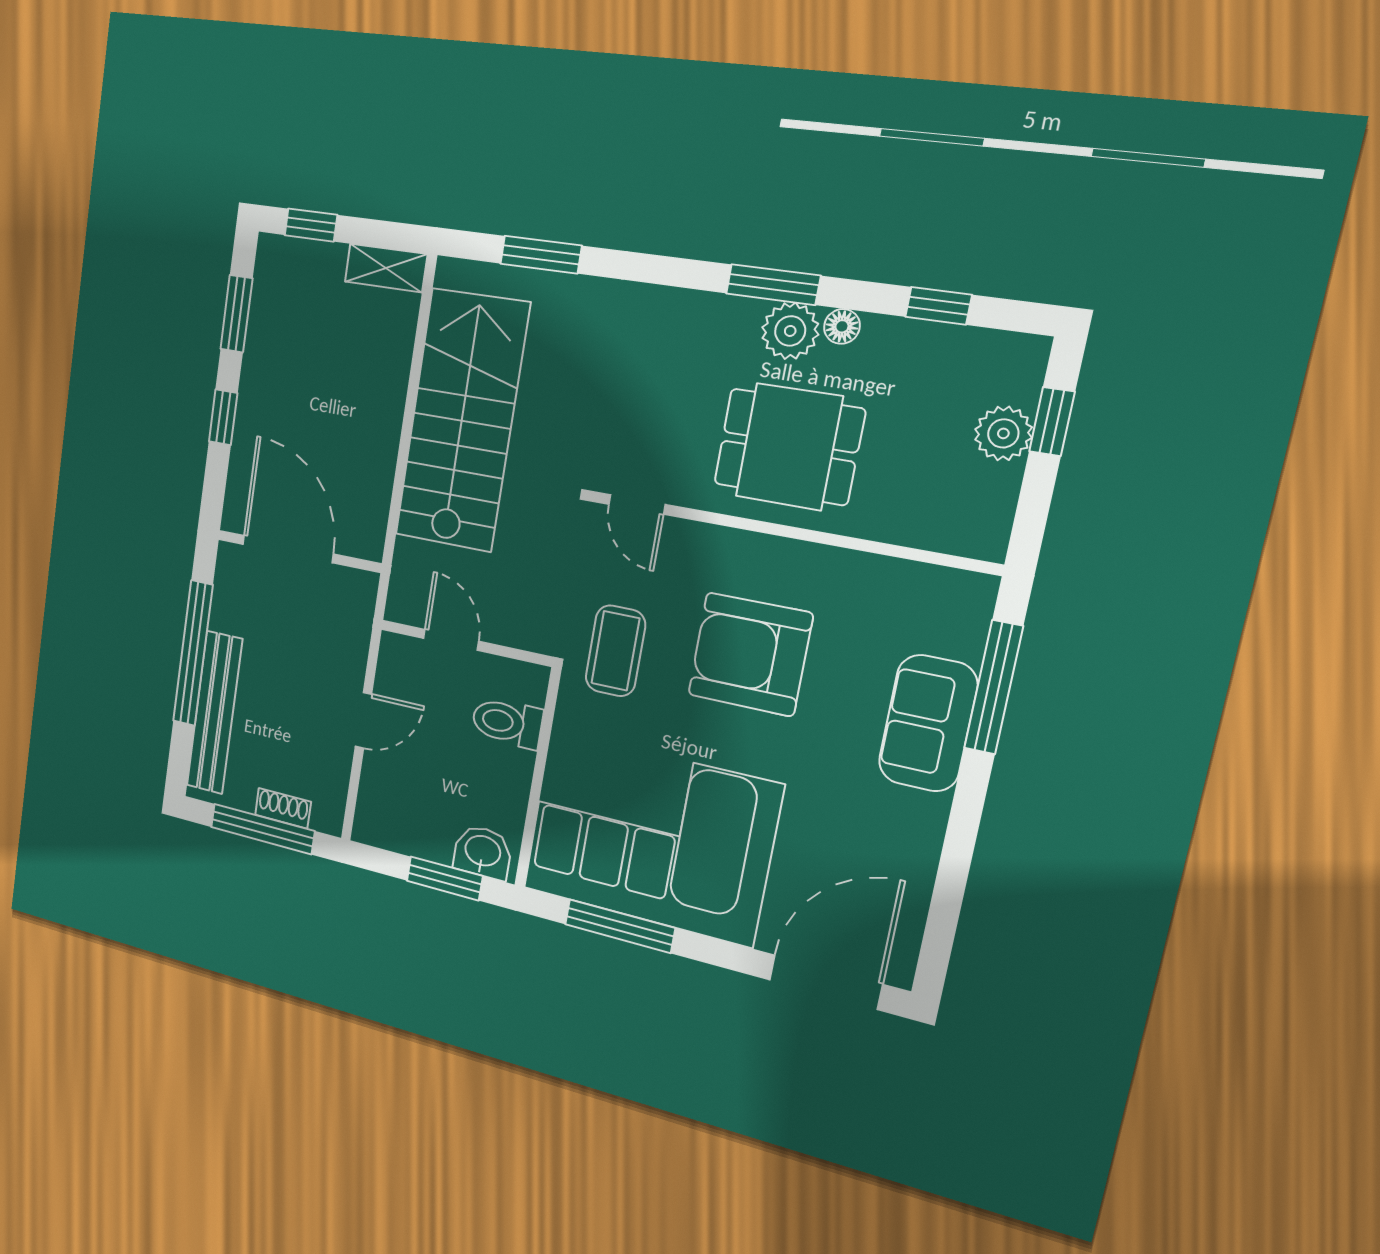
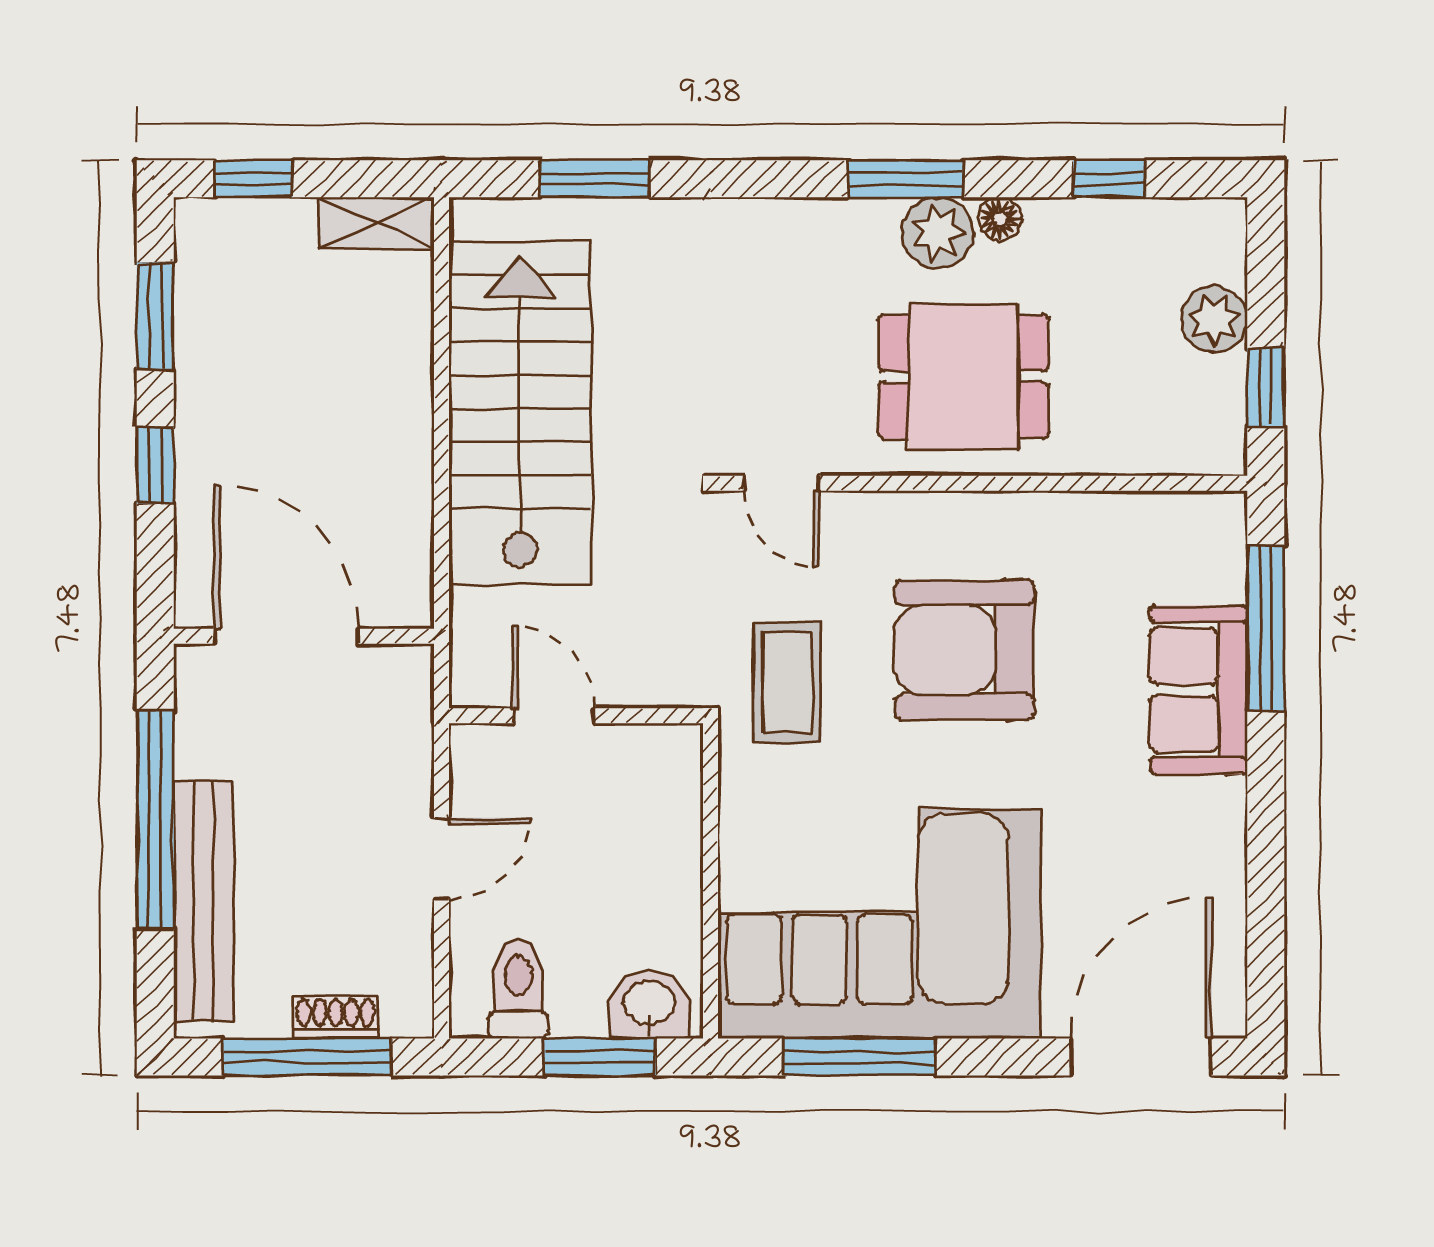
window: (1052, 422) -> (1266, 387), moved
toilet: (507, 723) -> (518, 989), moved, turned 90

